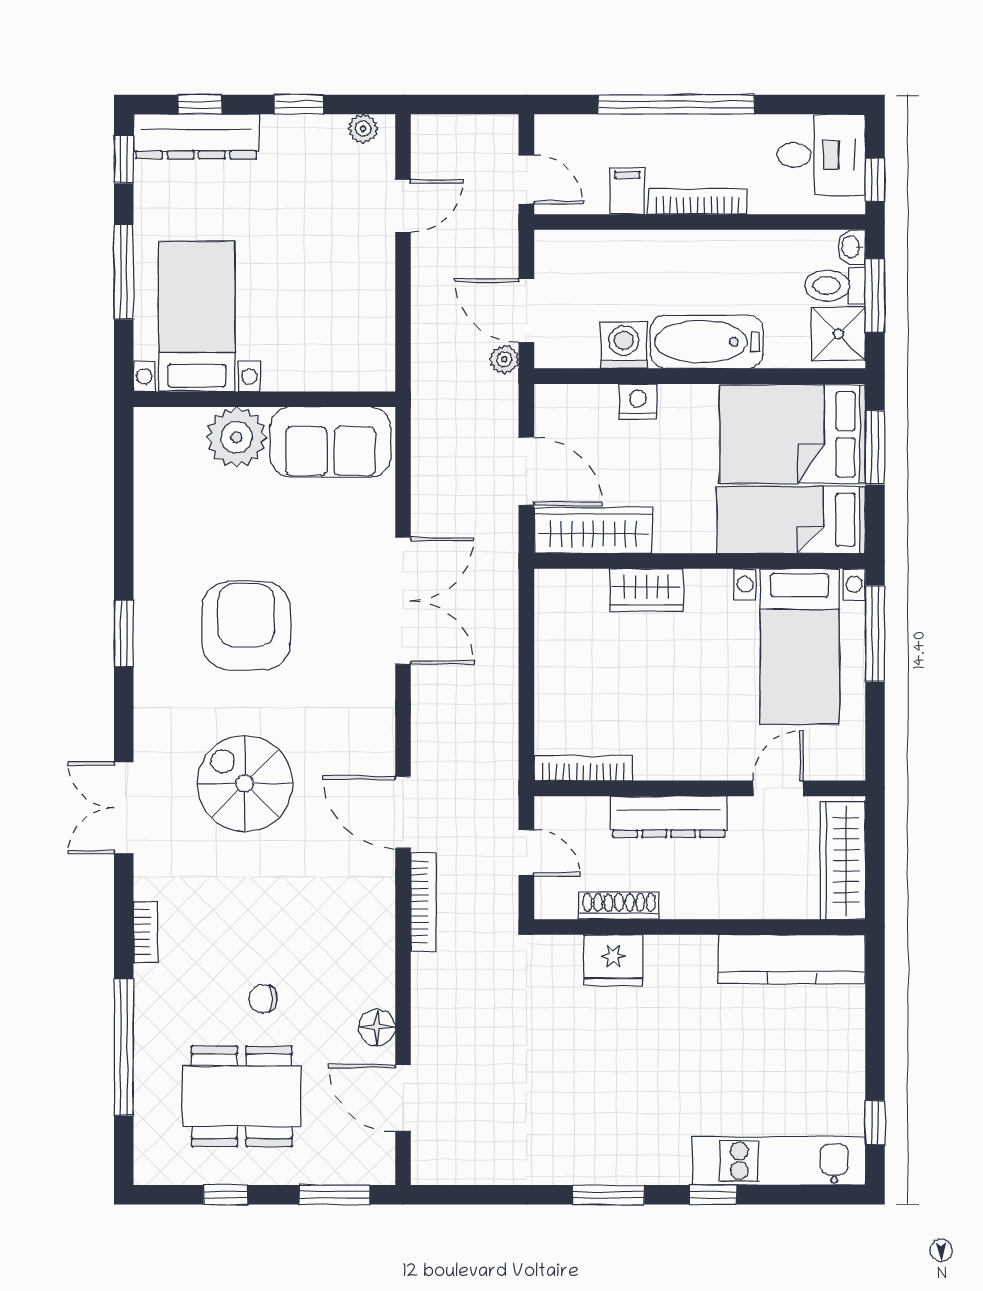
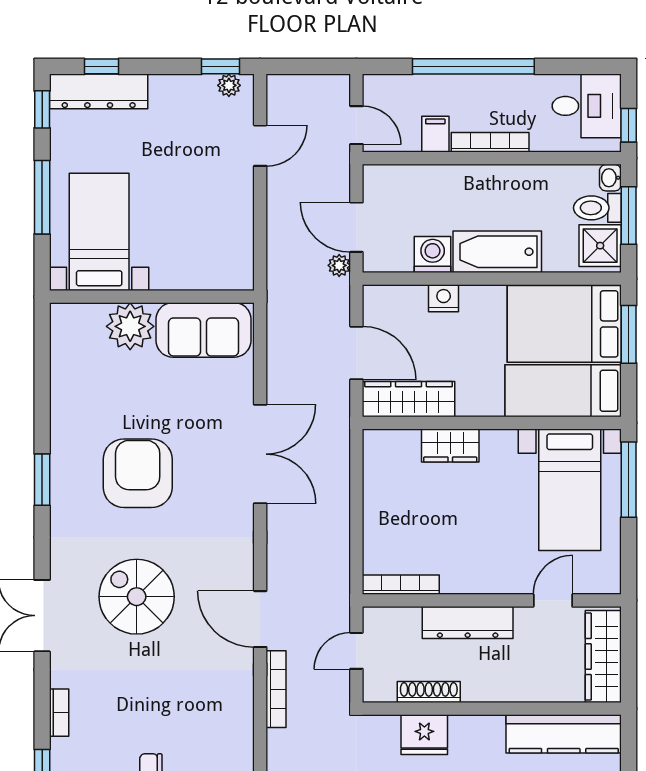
window: (299, 104) -> (221, 66), moved
door: (526, 853) -> (356, 651), swing flipped

